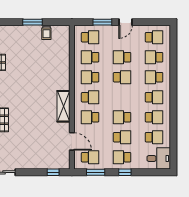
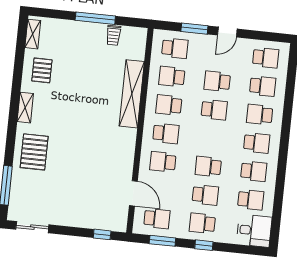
window: (33, 22) -> (95, 18), width x1.44
school desk: (154, 57) -> (263, 86), turned 180
shelving: (63, 106) -> (132, 94), moved, width x1.47

